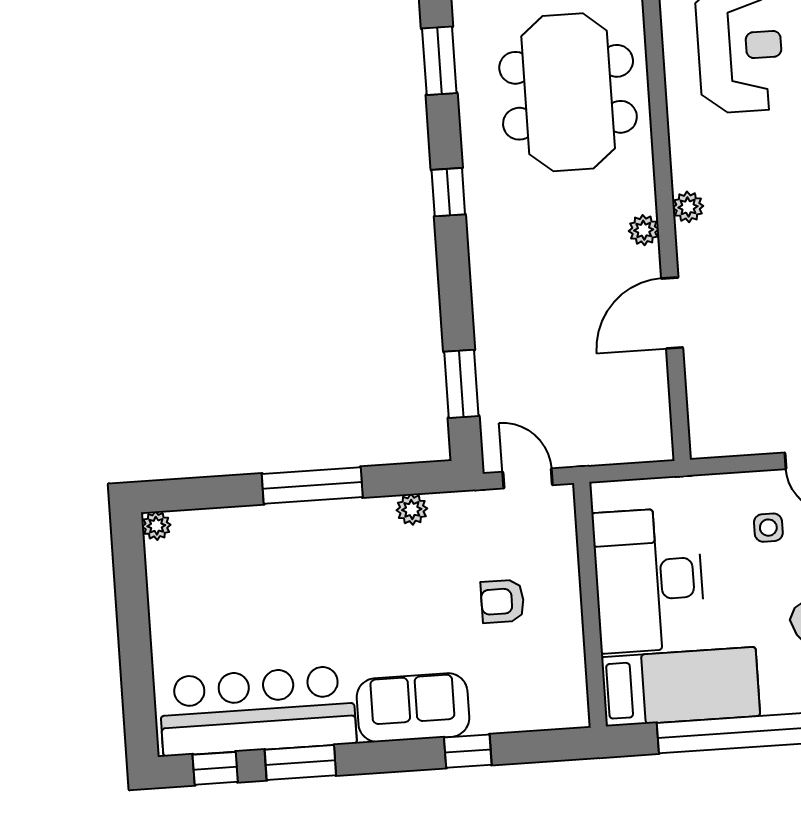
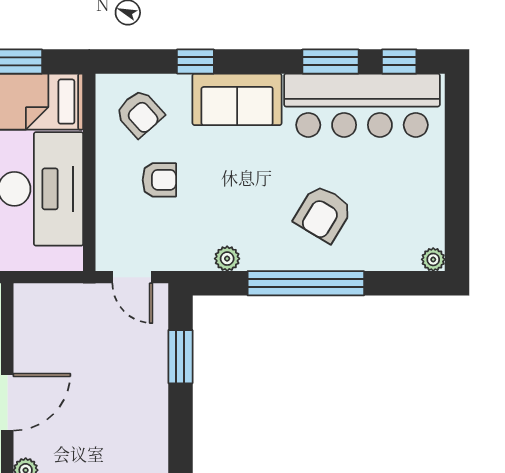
window: (312, 486) -> (306, 283), width x1.46
armchair: (297, 573) -> (323, 214), added
armchair: (533, 682) -> (140, 114), added

